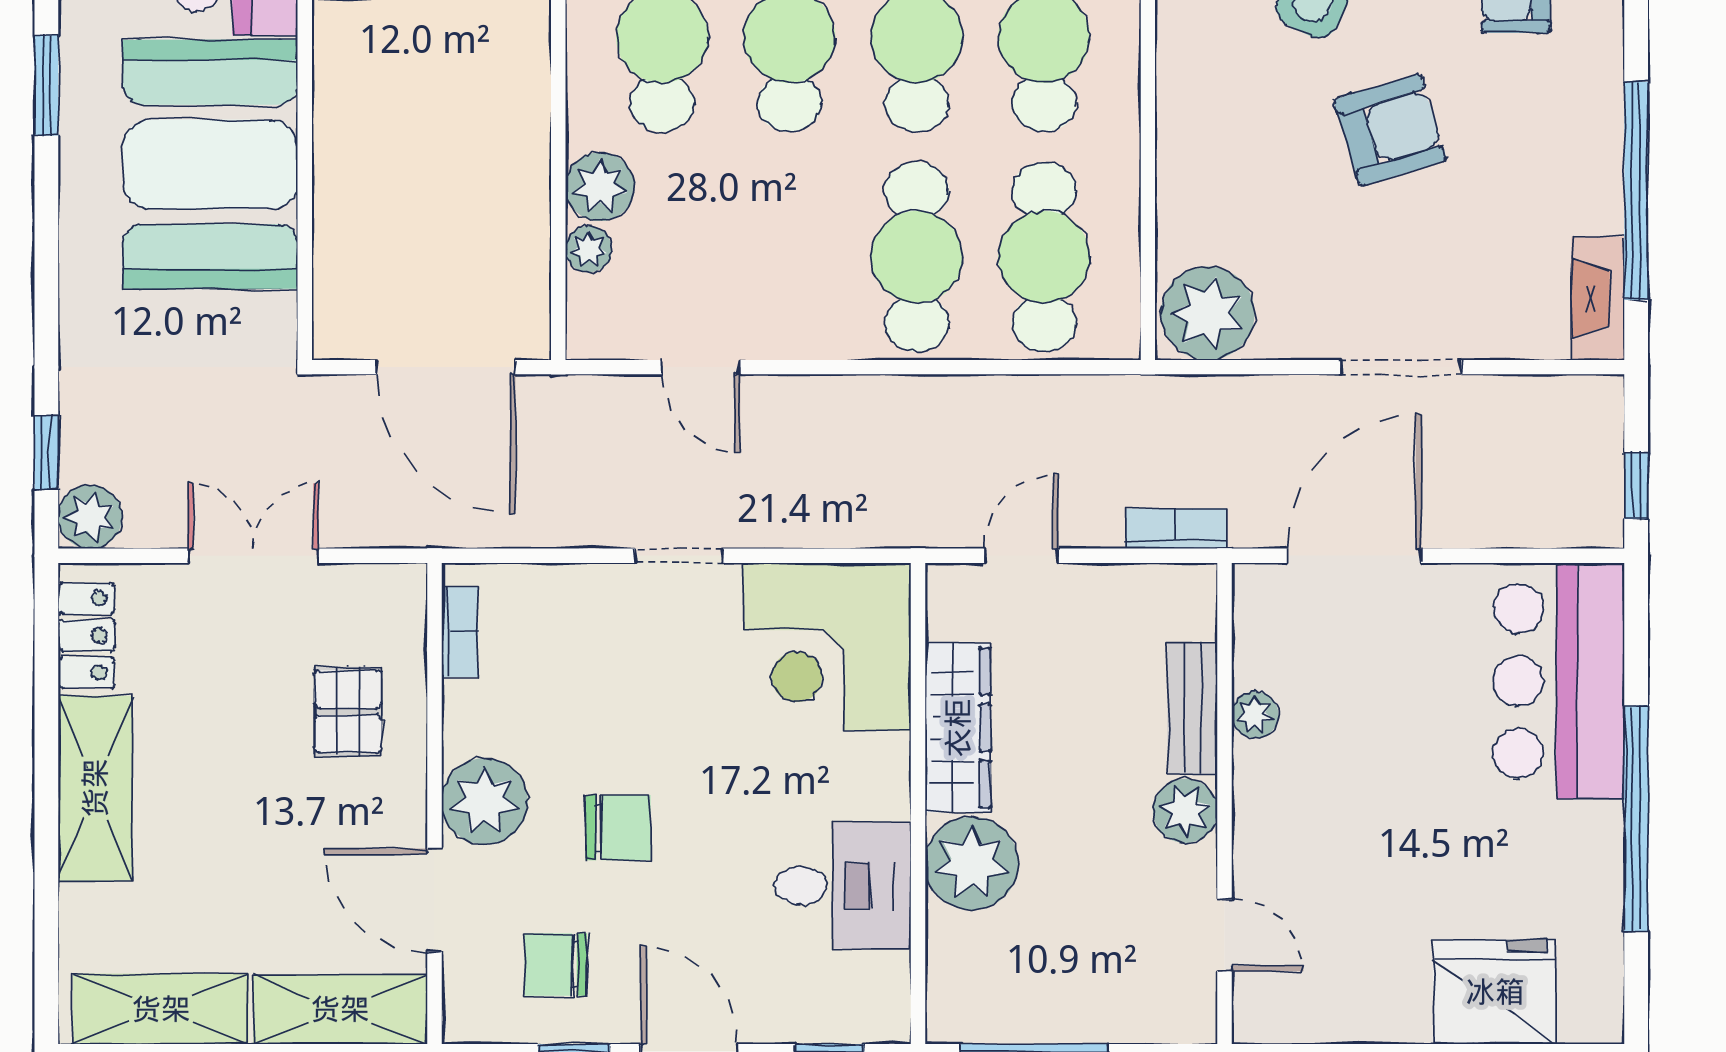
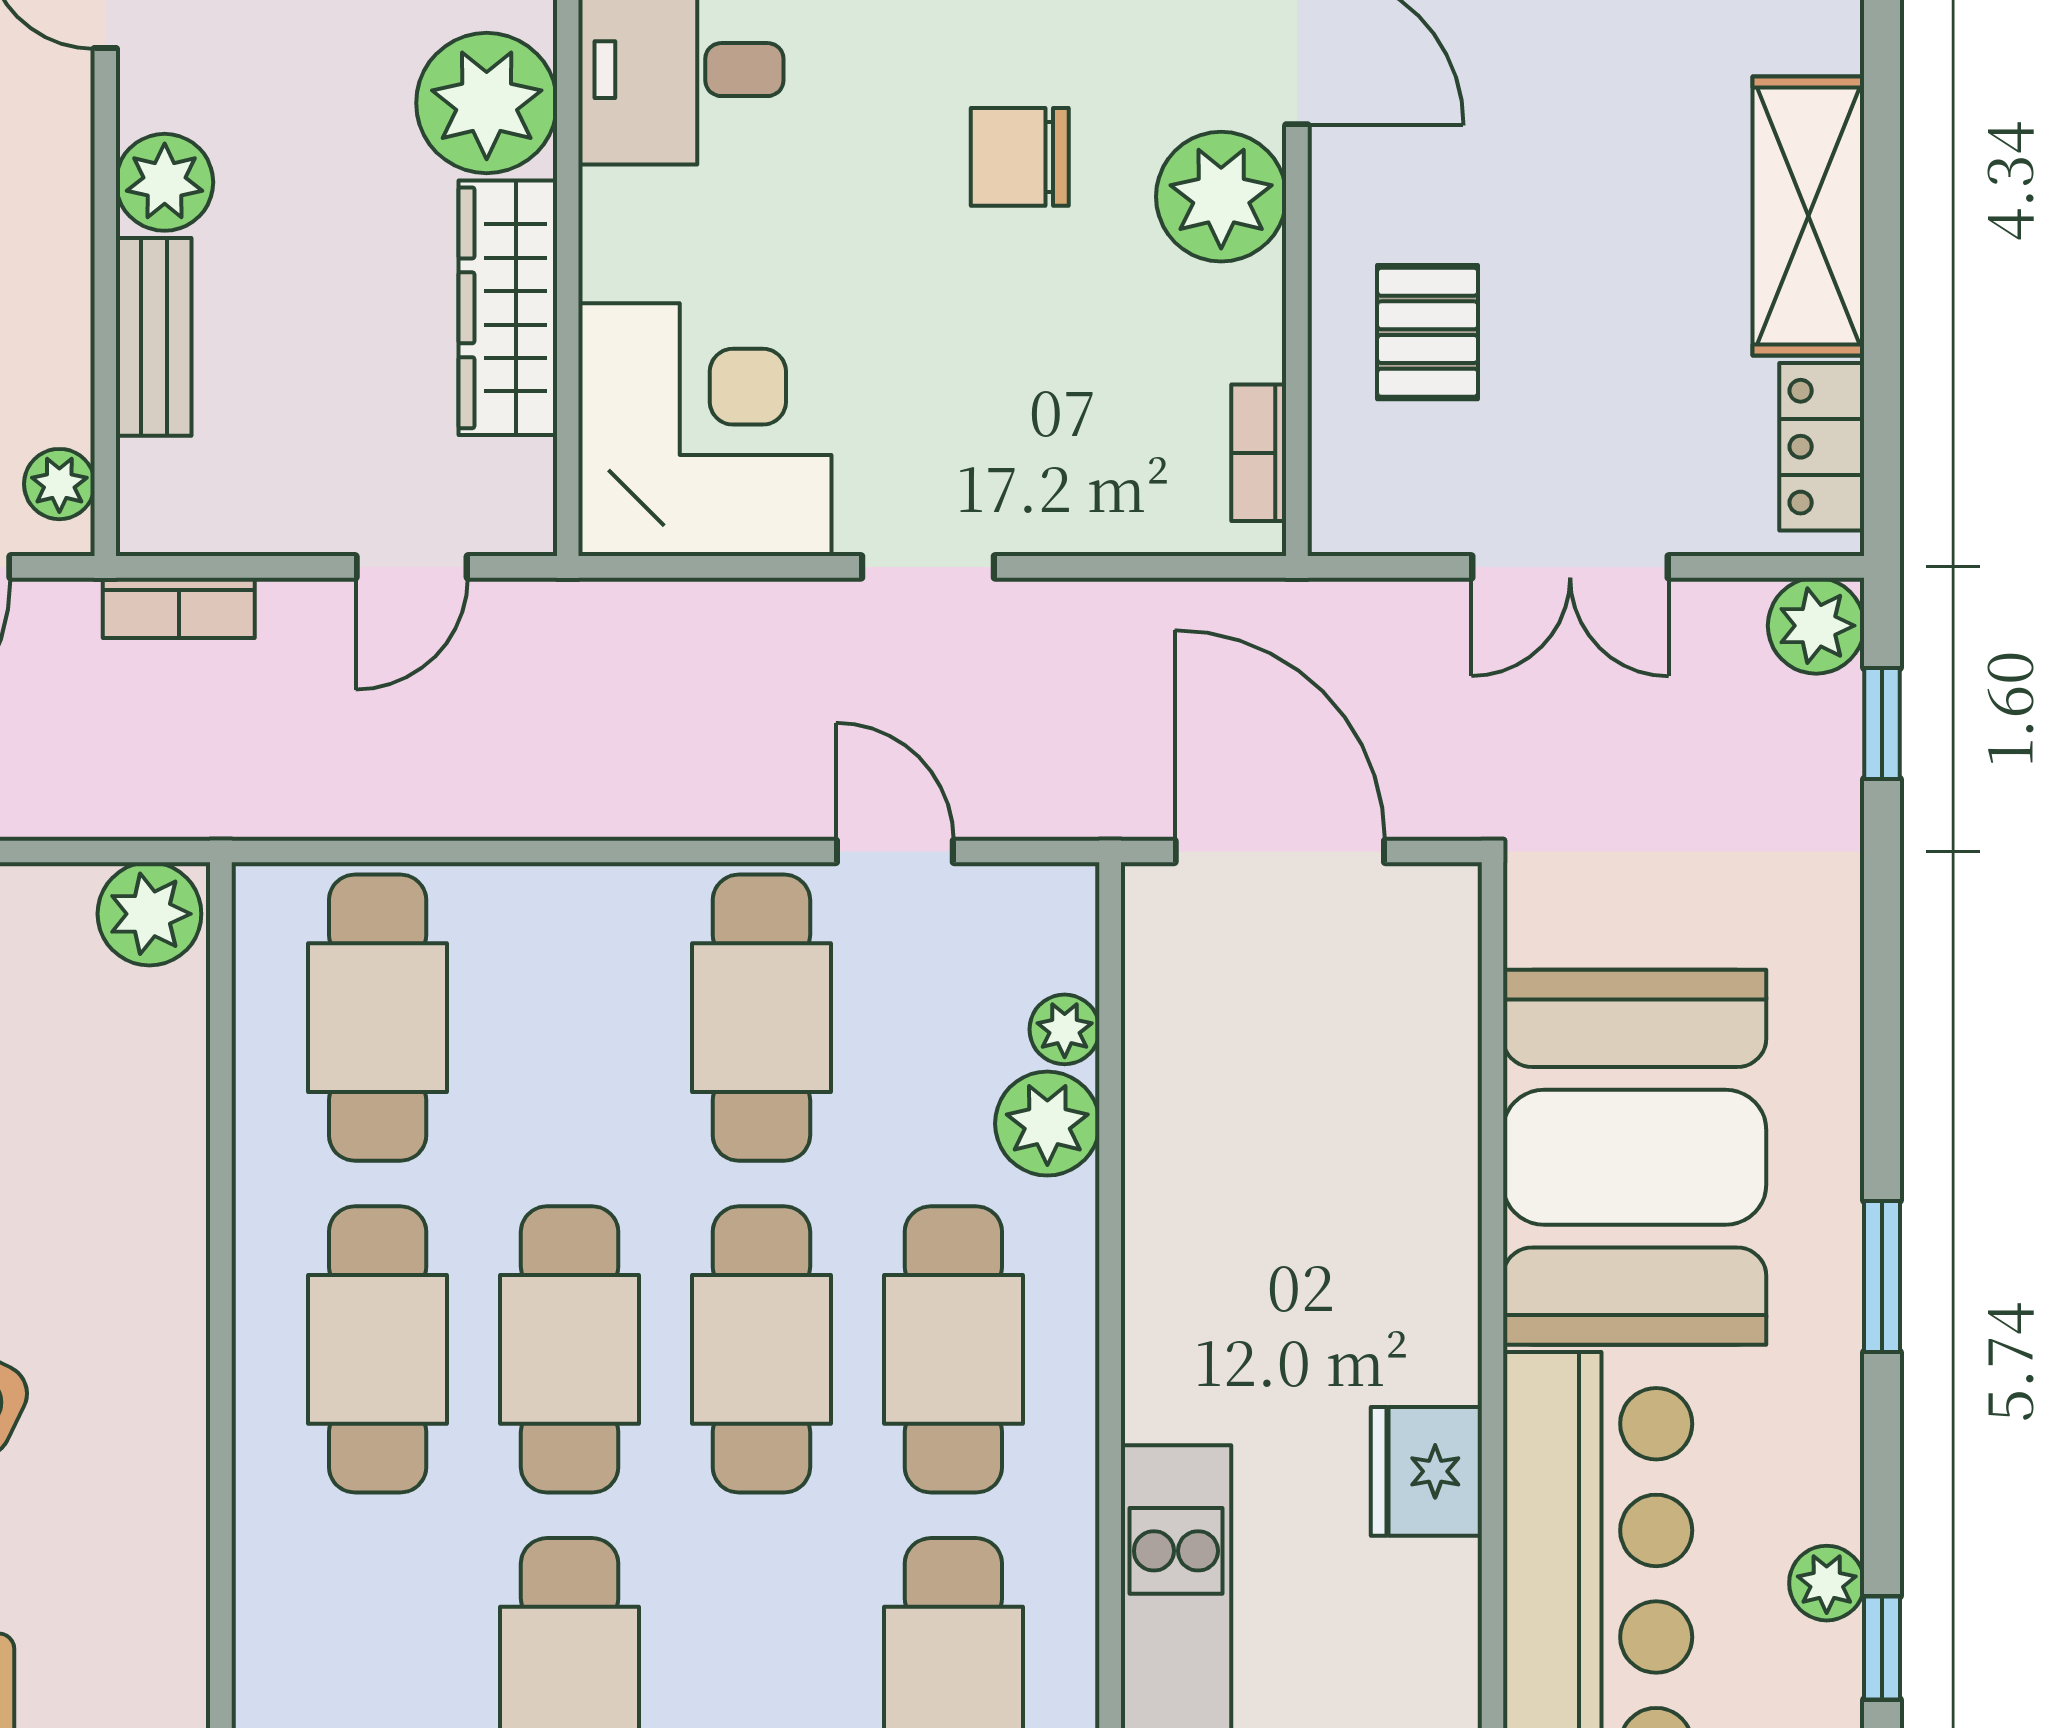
cafe table: (917, 257) -> (761, 1018), moved
plant: (1208, 313) -> (149, 914), width x0.73, depth x0.73
plant: (1255, 715) -> (59, 484), moved

